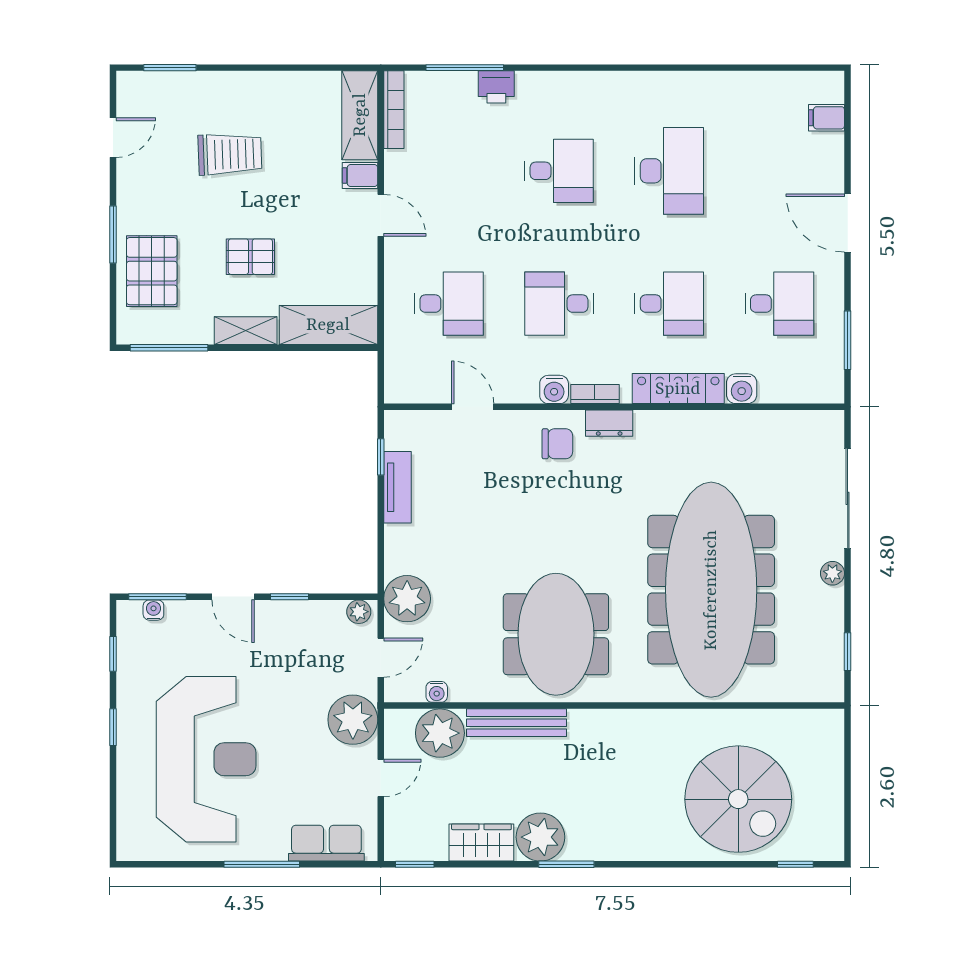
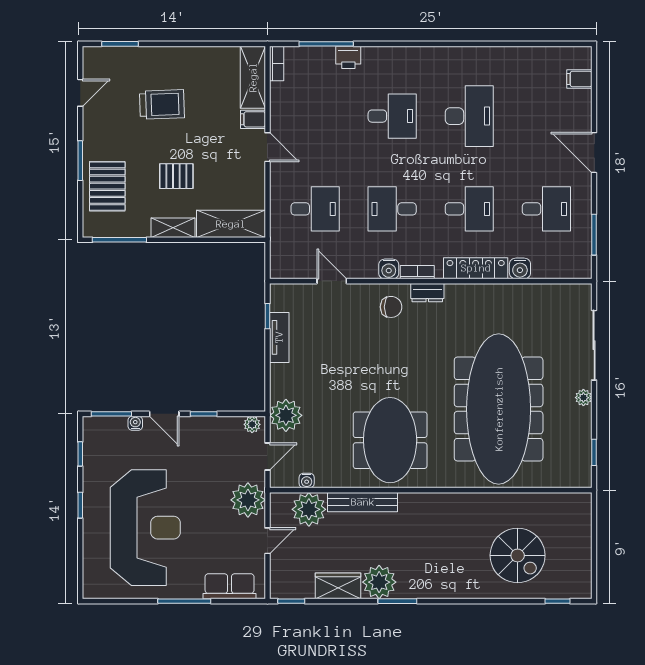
bookcase: (394, 110) -> (277, 63), width x0.64
water cooler: (153, 610) -> (135, 423), moved
spiral stairs: (738, 799) -> (518, 555), width x0.73, depth x0.73

